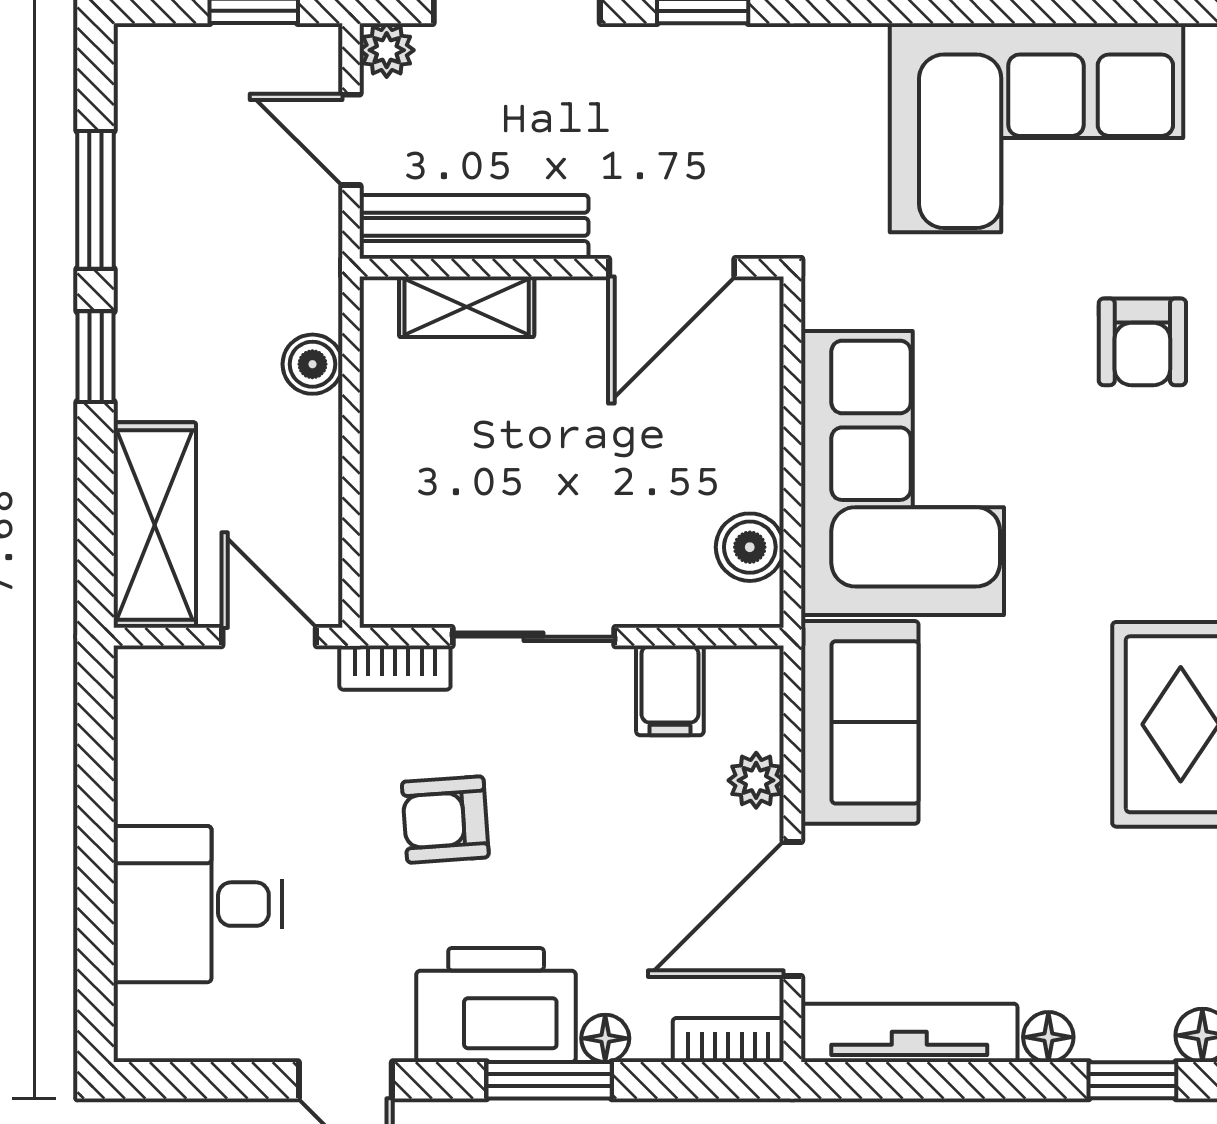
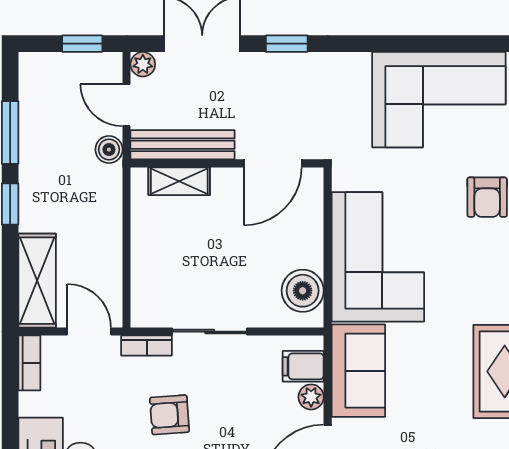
boiler: (312, 364) -> (109, 150), moved
boiler: (750, 547) -> (303, 291), width x1.36, depth x1.36
filing cabinet: (670, 690) -> (303, 366), moved, turned 90
bookcase: (138, 706) -> (29, 363), added

